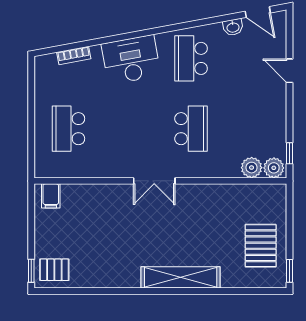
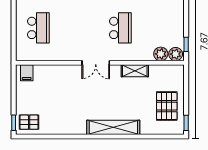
school desk: (68, 129) -> (38, 28), turned 180
shelving: (213, 193) -> (135, 71), added

